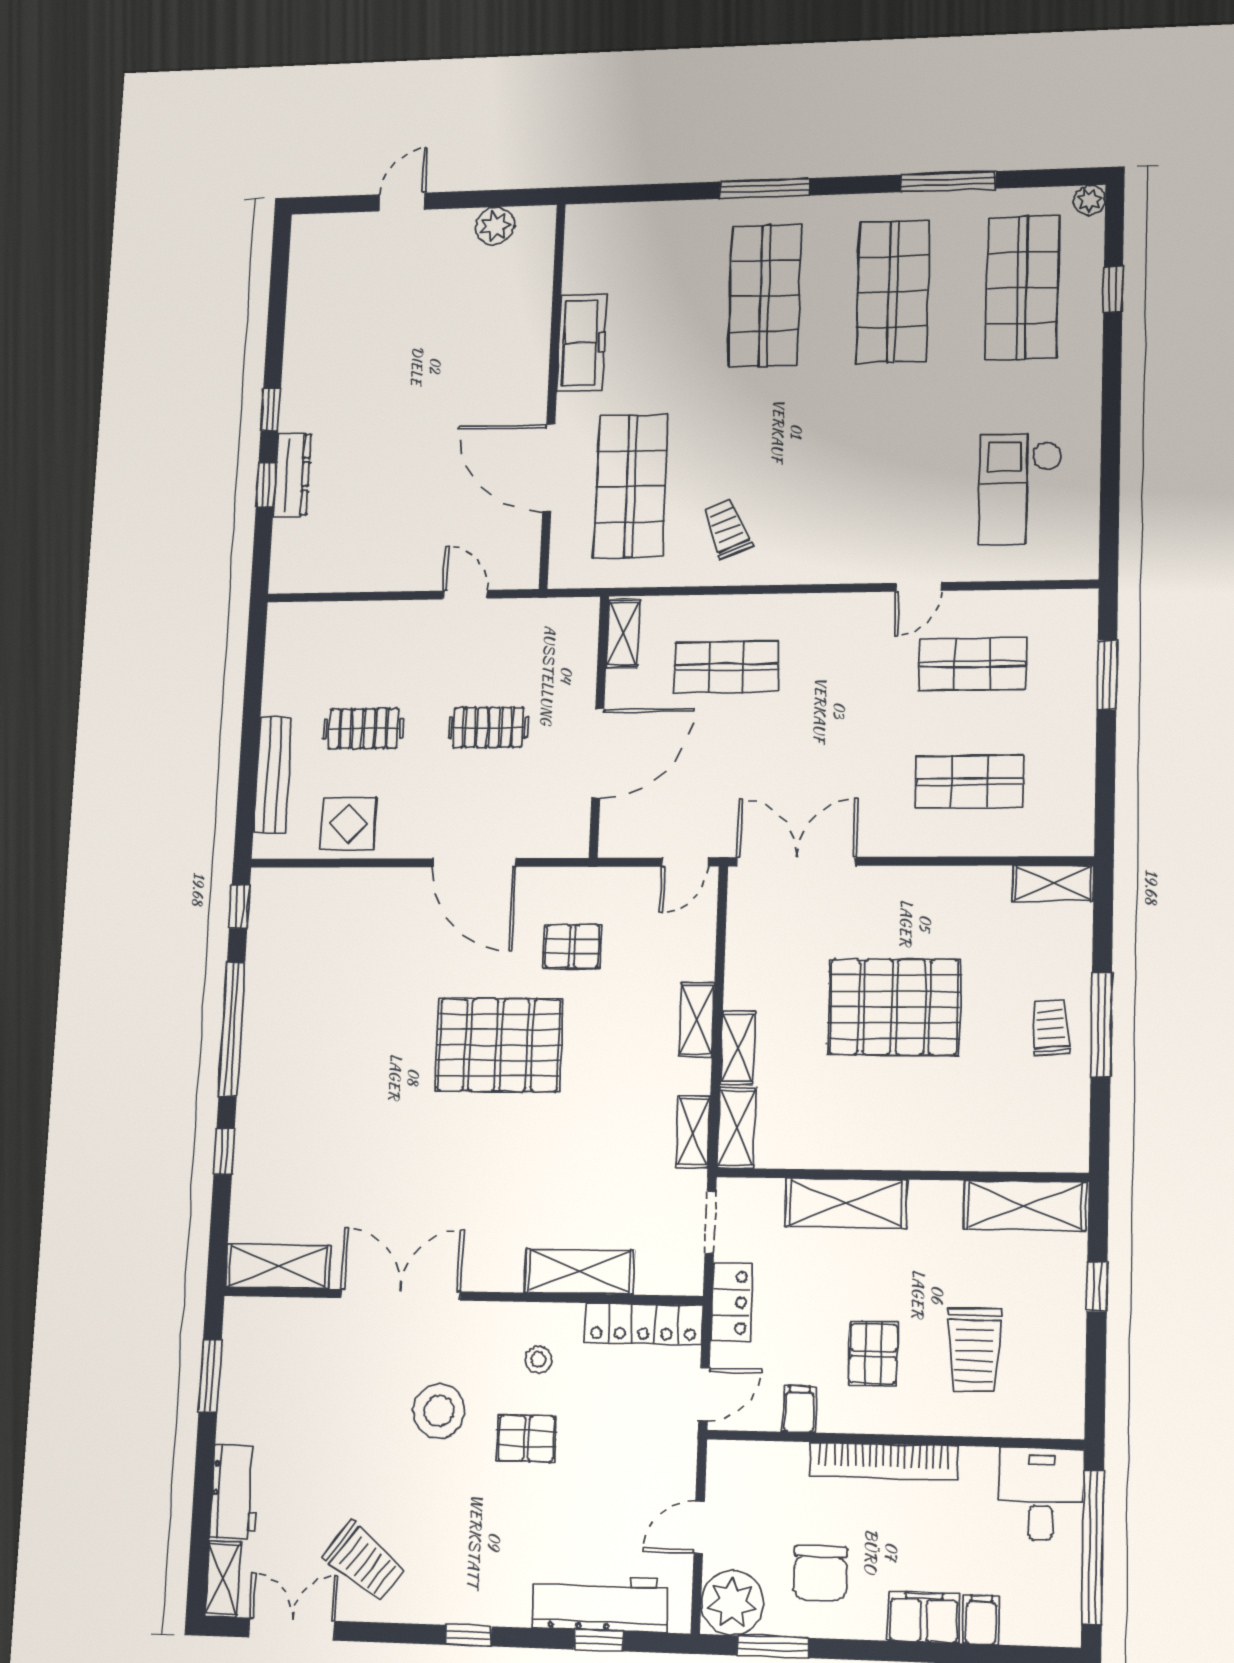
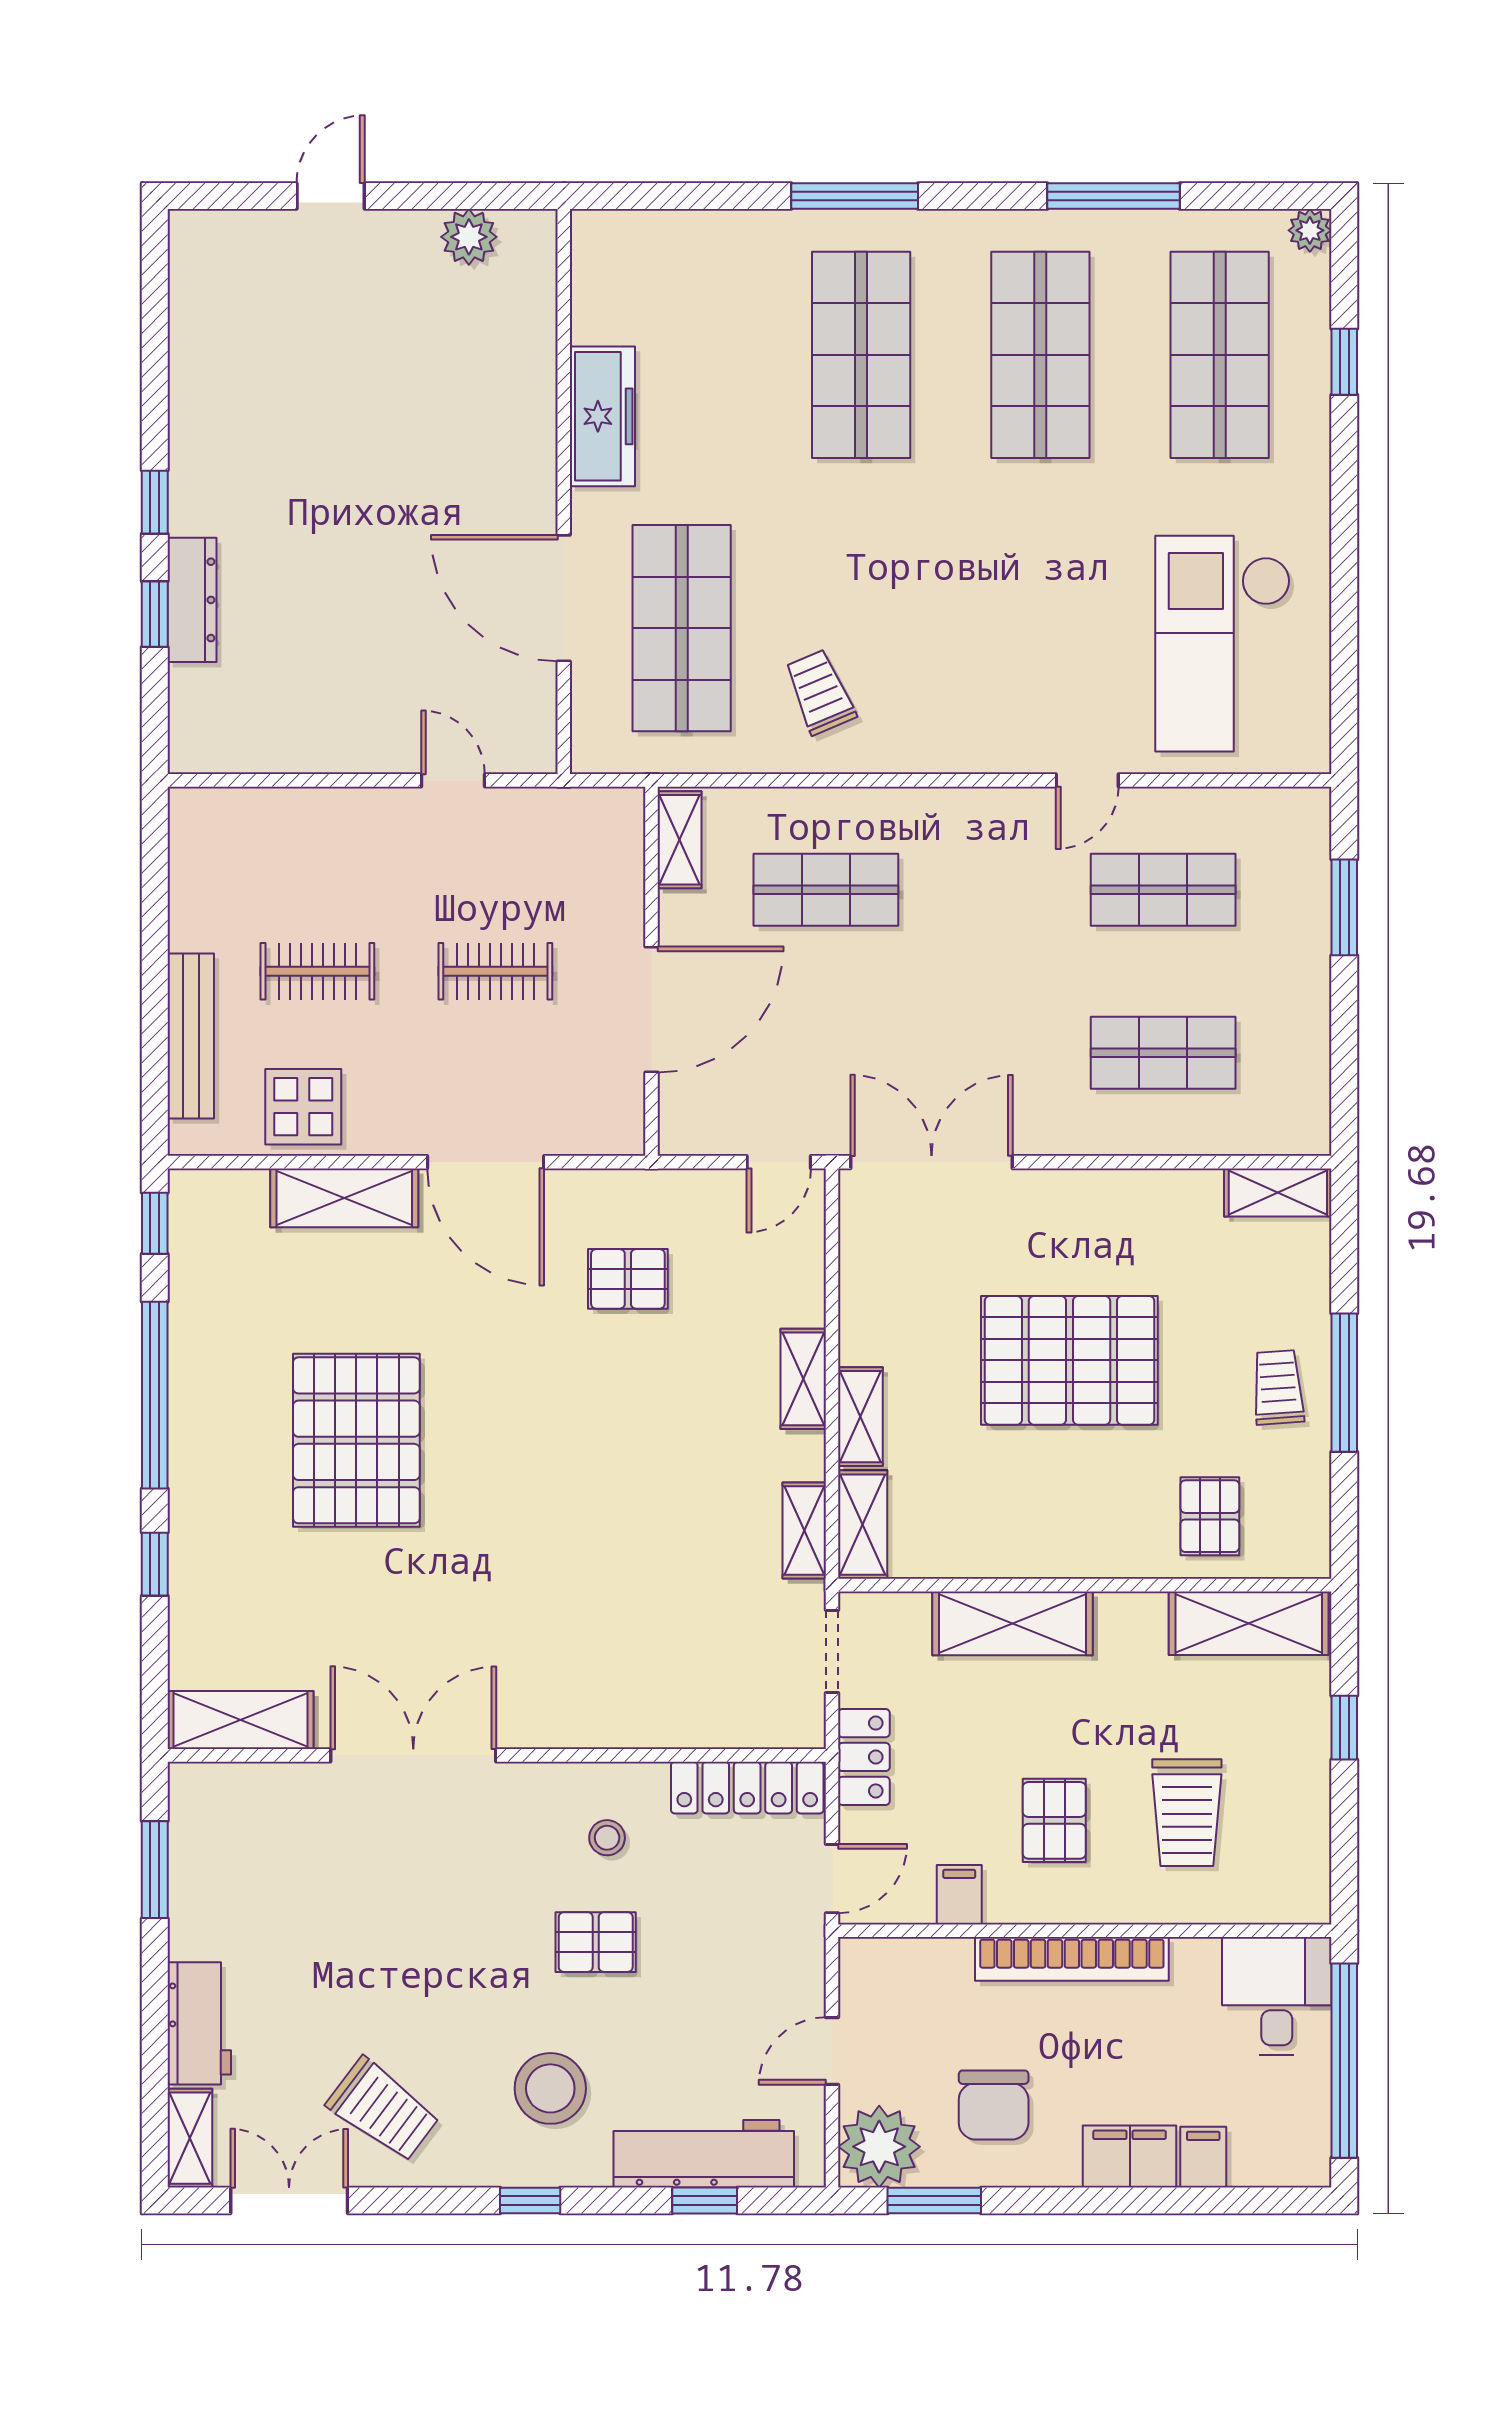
checkout: (1020, 489) -> (1223, 644), width x1.36, depth x1.21
pallet: (499, 1045) -> (356, 1440), moved, turned 90
pallet: (997, 1124) -> (1210, 1516), added
shelving: (580, 1271) -> (344, 1198), moved
stool: (439, 1411) -> (550, 2088), moved

